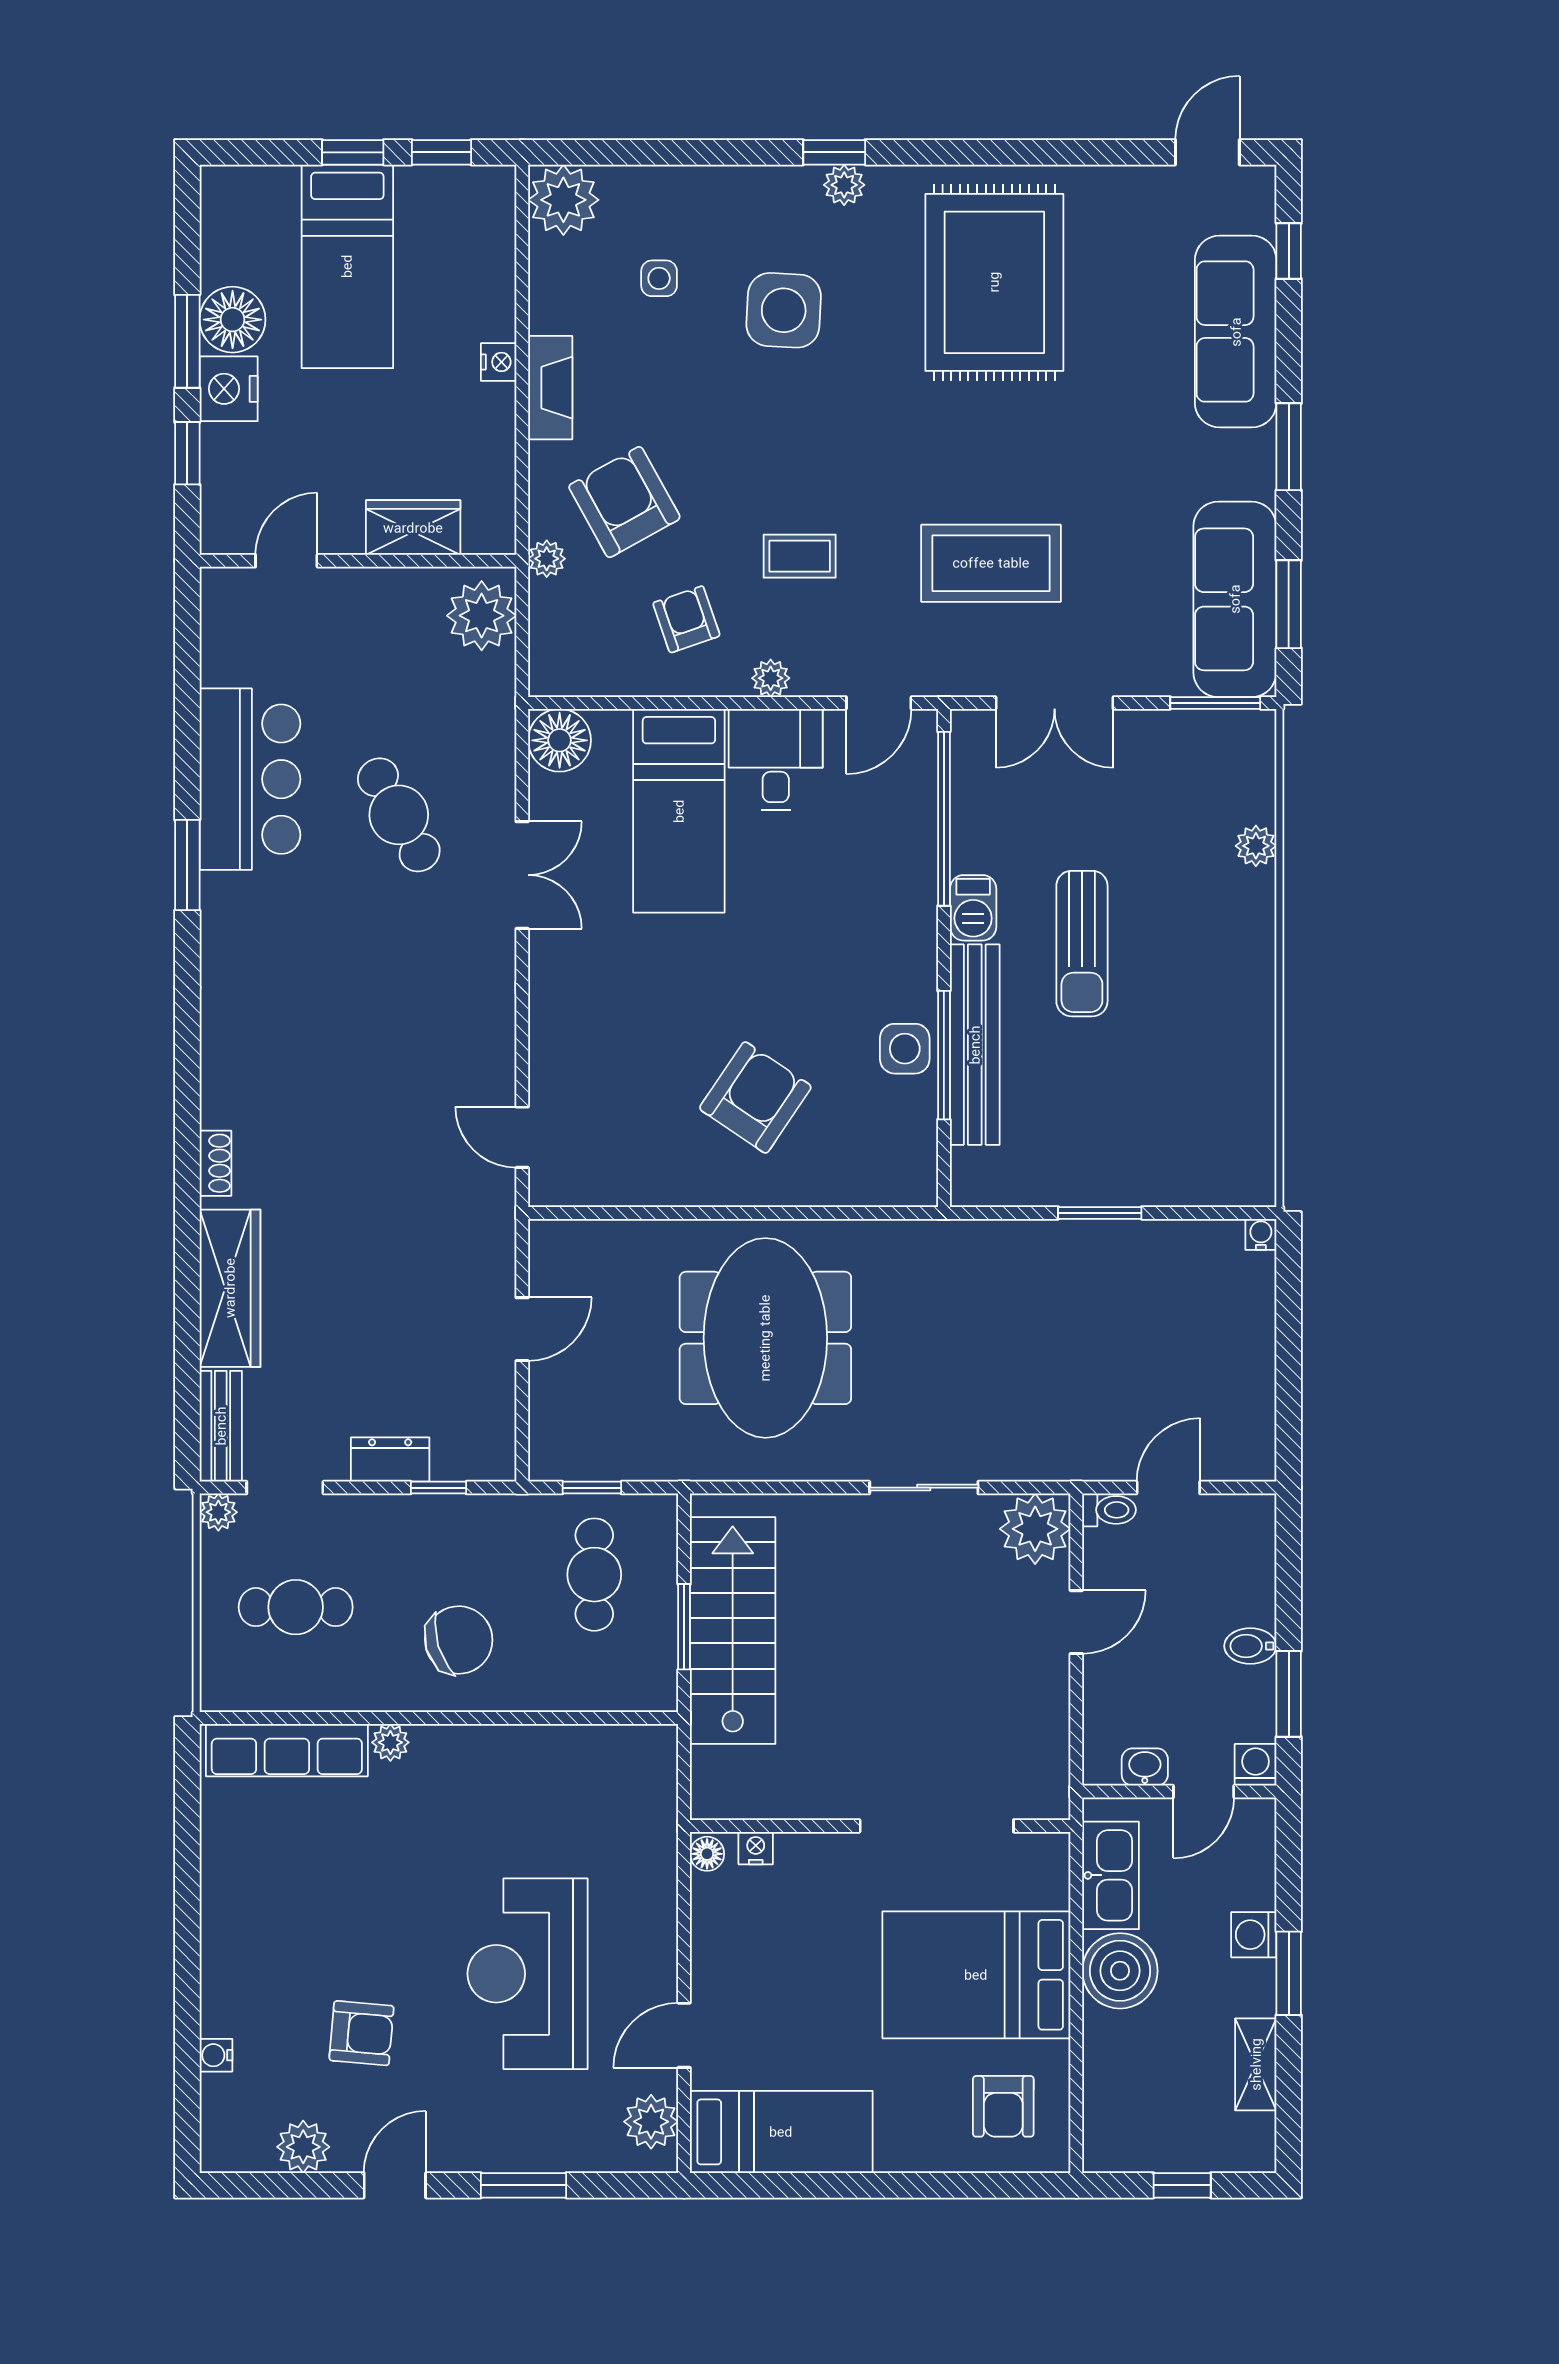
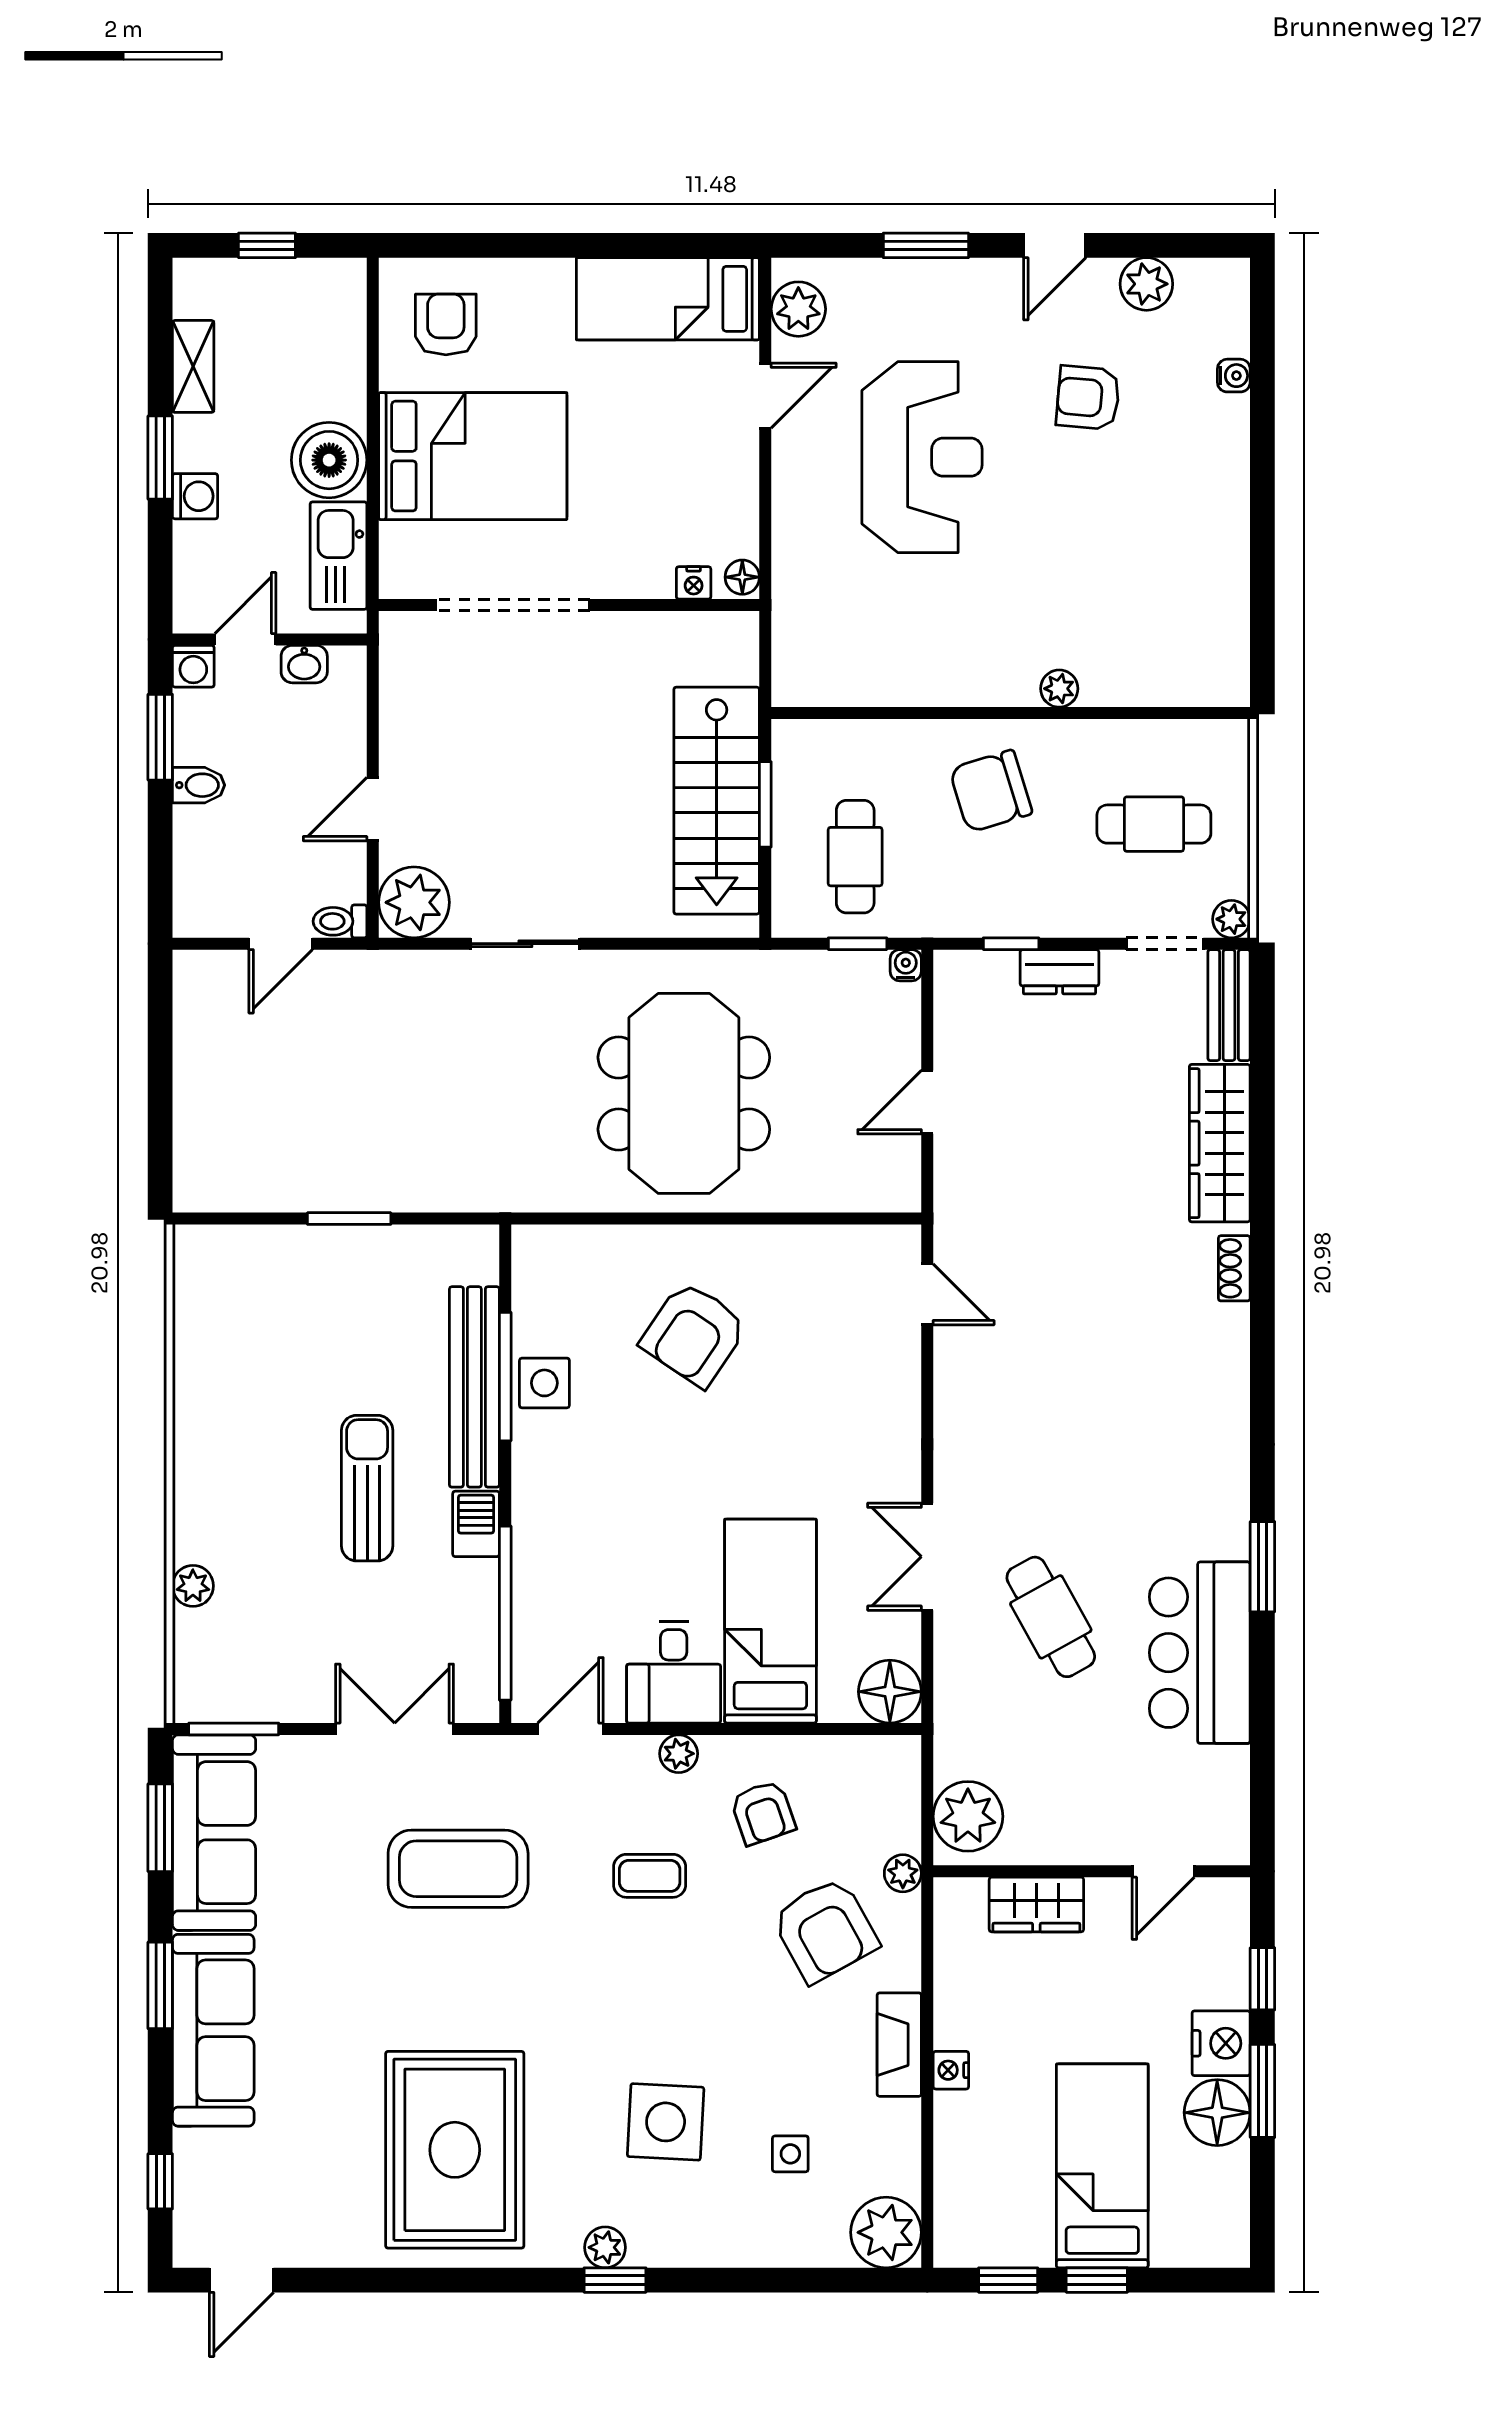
sofa: (1236, 332) -> (213, 2030), moved
water cooler: (1261, 1234) -> (906, 965), moved, turned 180
row of seats: (287, 1750) -> (1163, 681), removed

